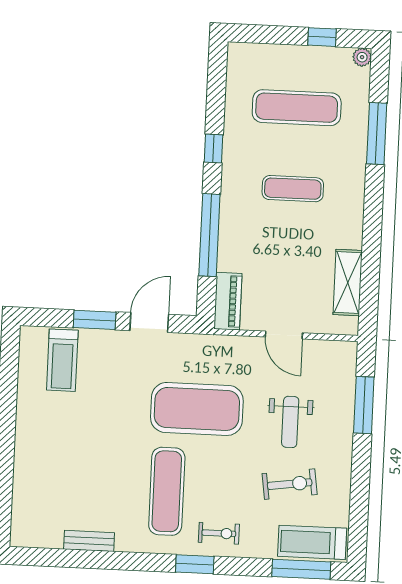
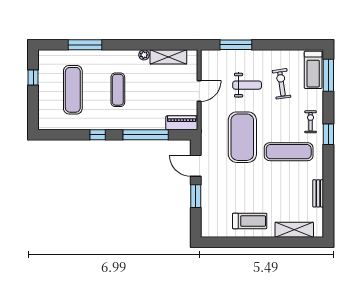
plant: (362, 57) -> (144, 55), moved
treadmill: (62, 360) -> (250, 221), moved
shelving: (26, 495) -> (294, 230), added

